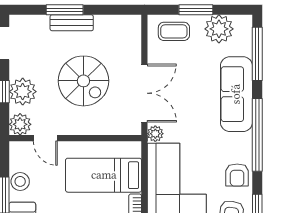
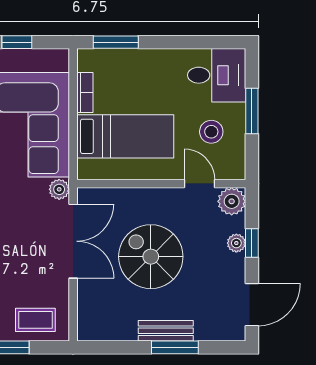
plant: (23, 92) -> (236, 243), width x0.53, depth x0.53
double door: (144, 93) -> (73, 241), swing flipped
stool: (20, 181) -> (211, 132), moved

